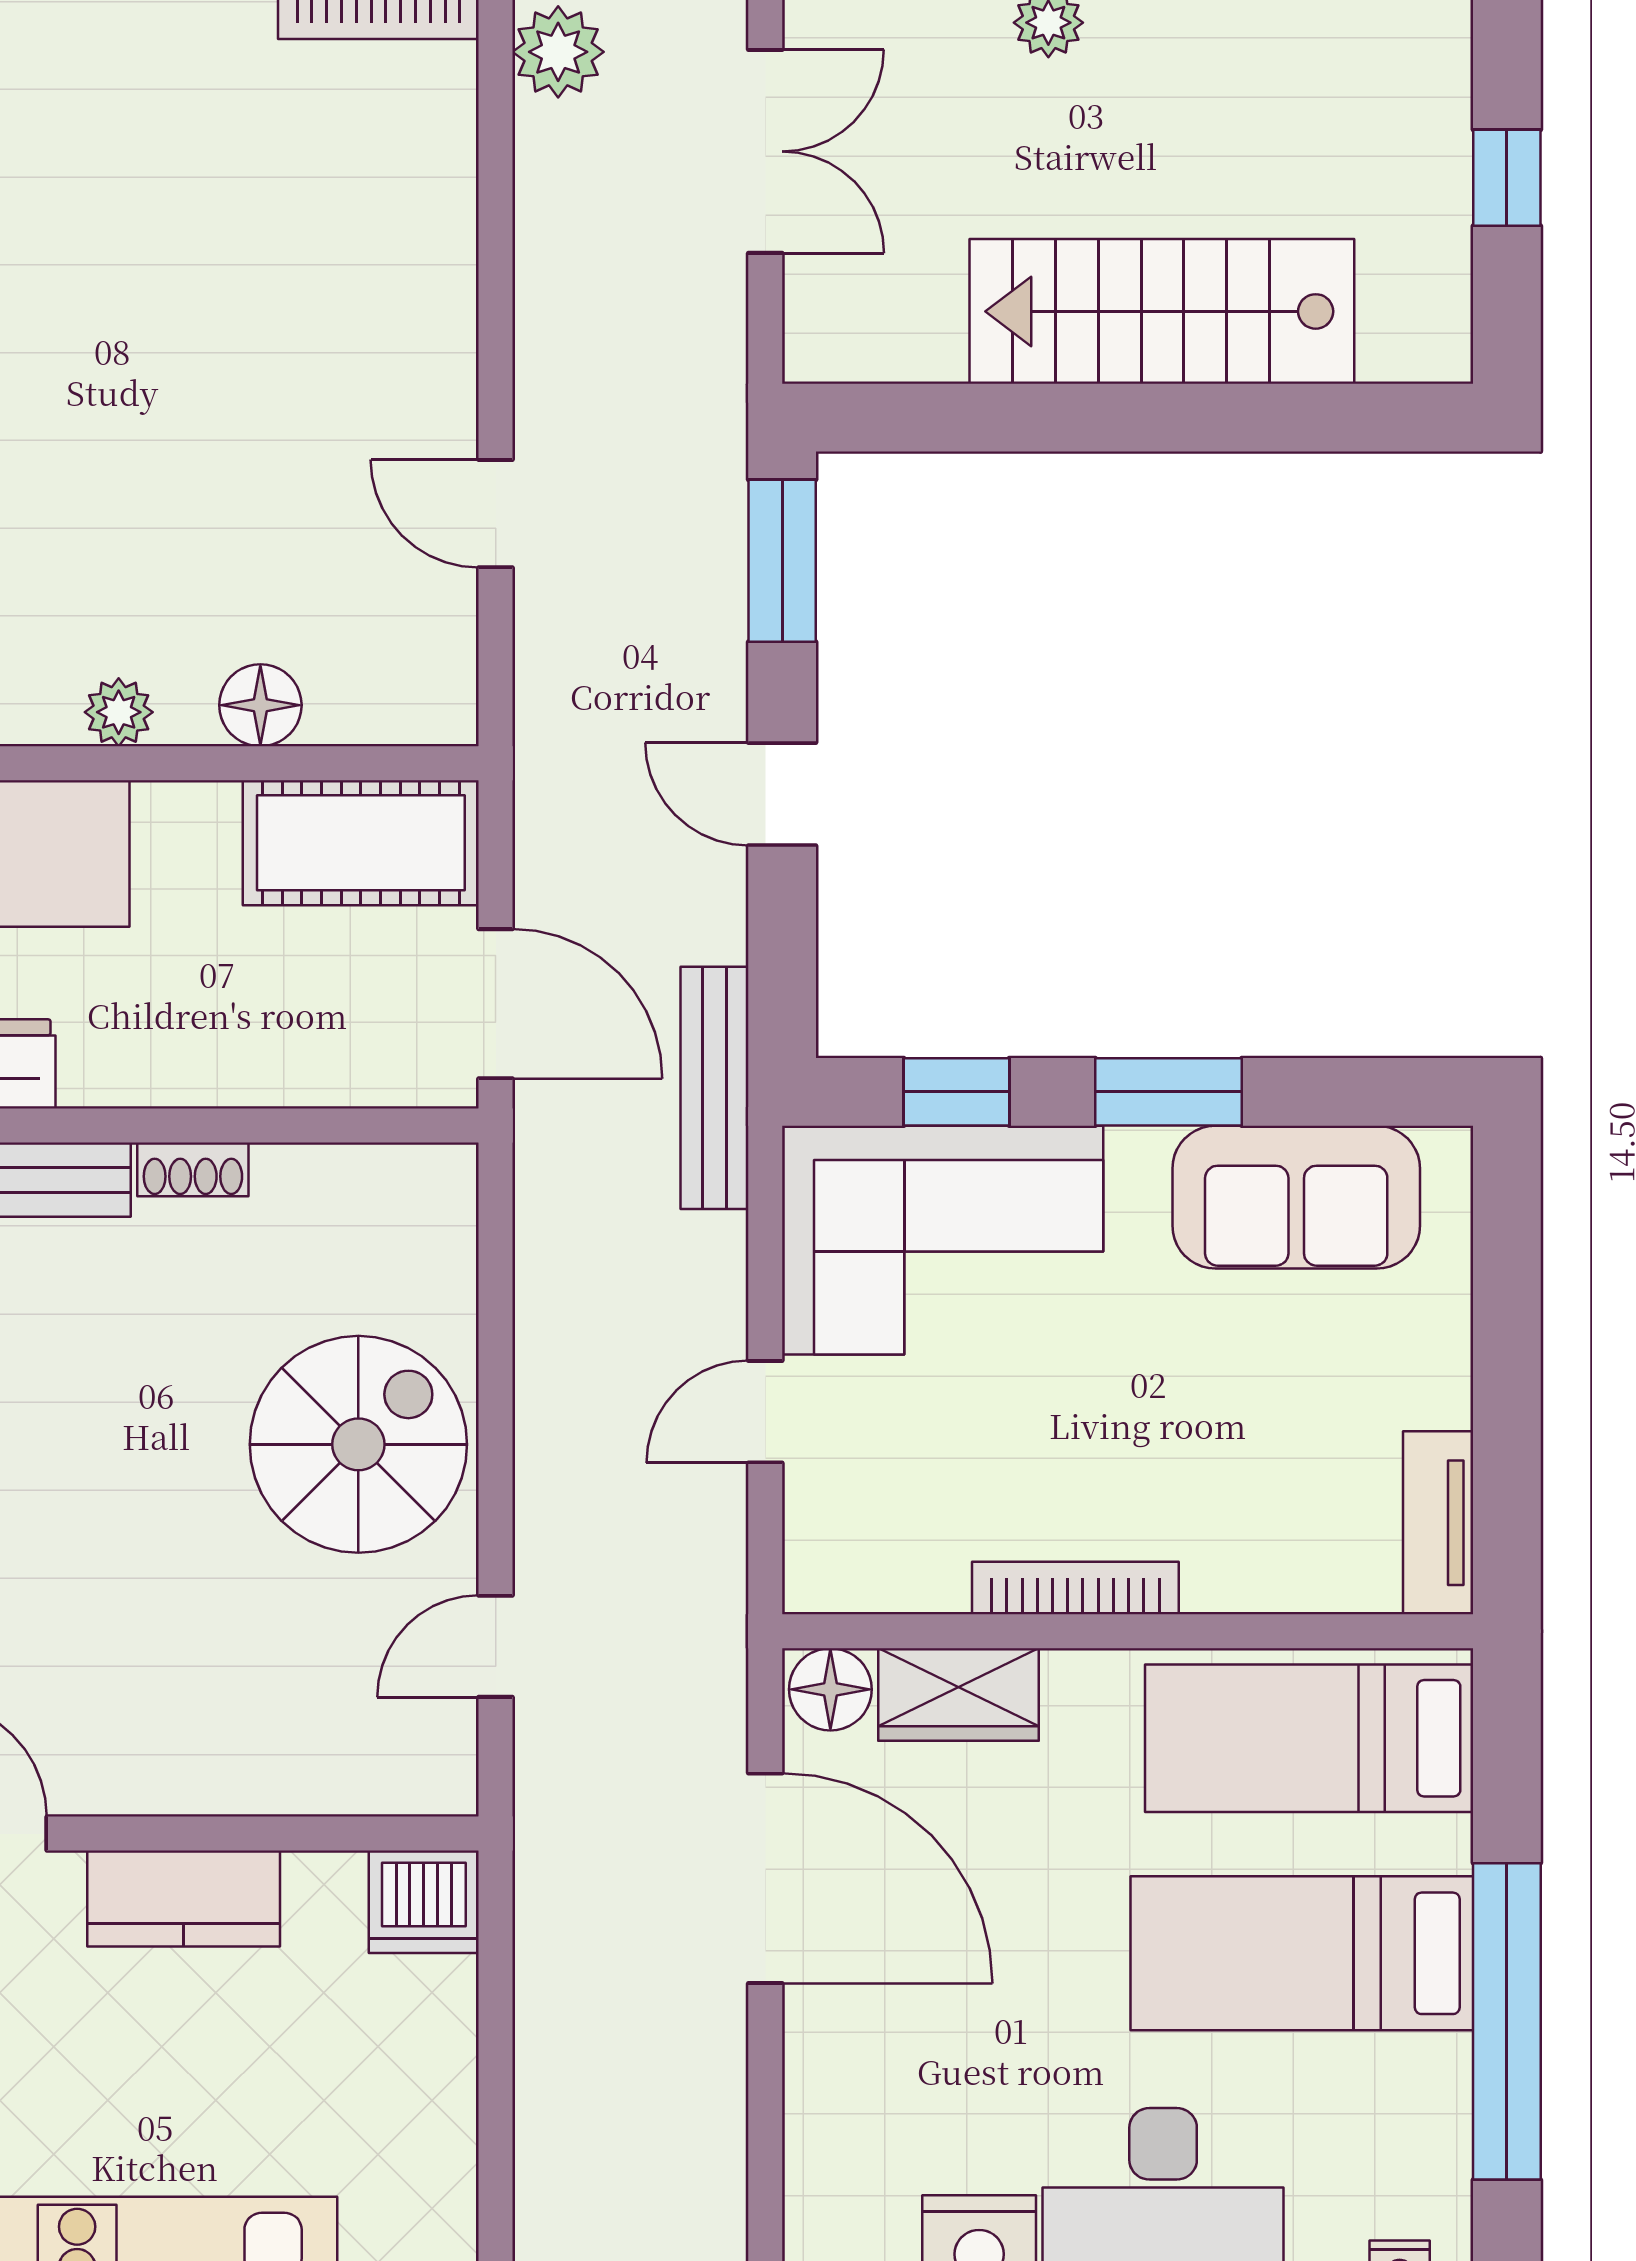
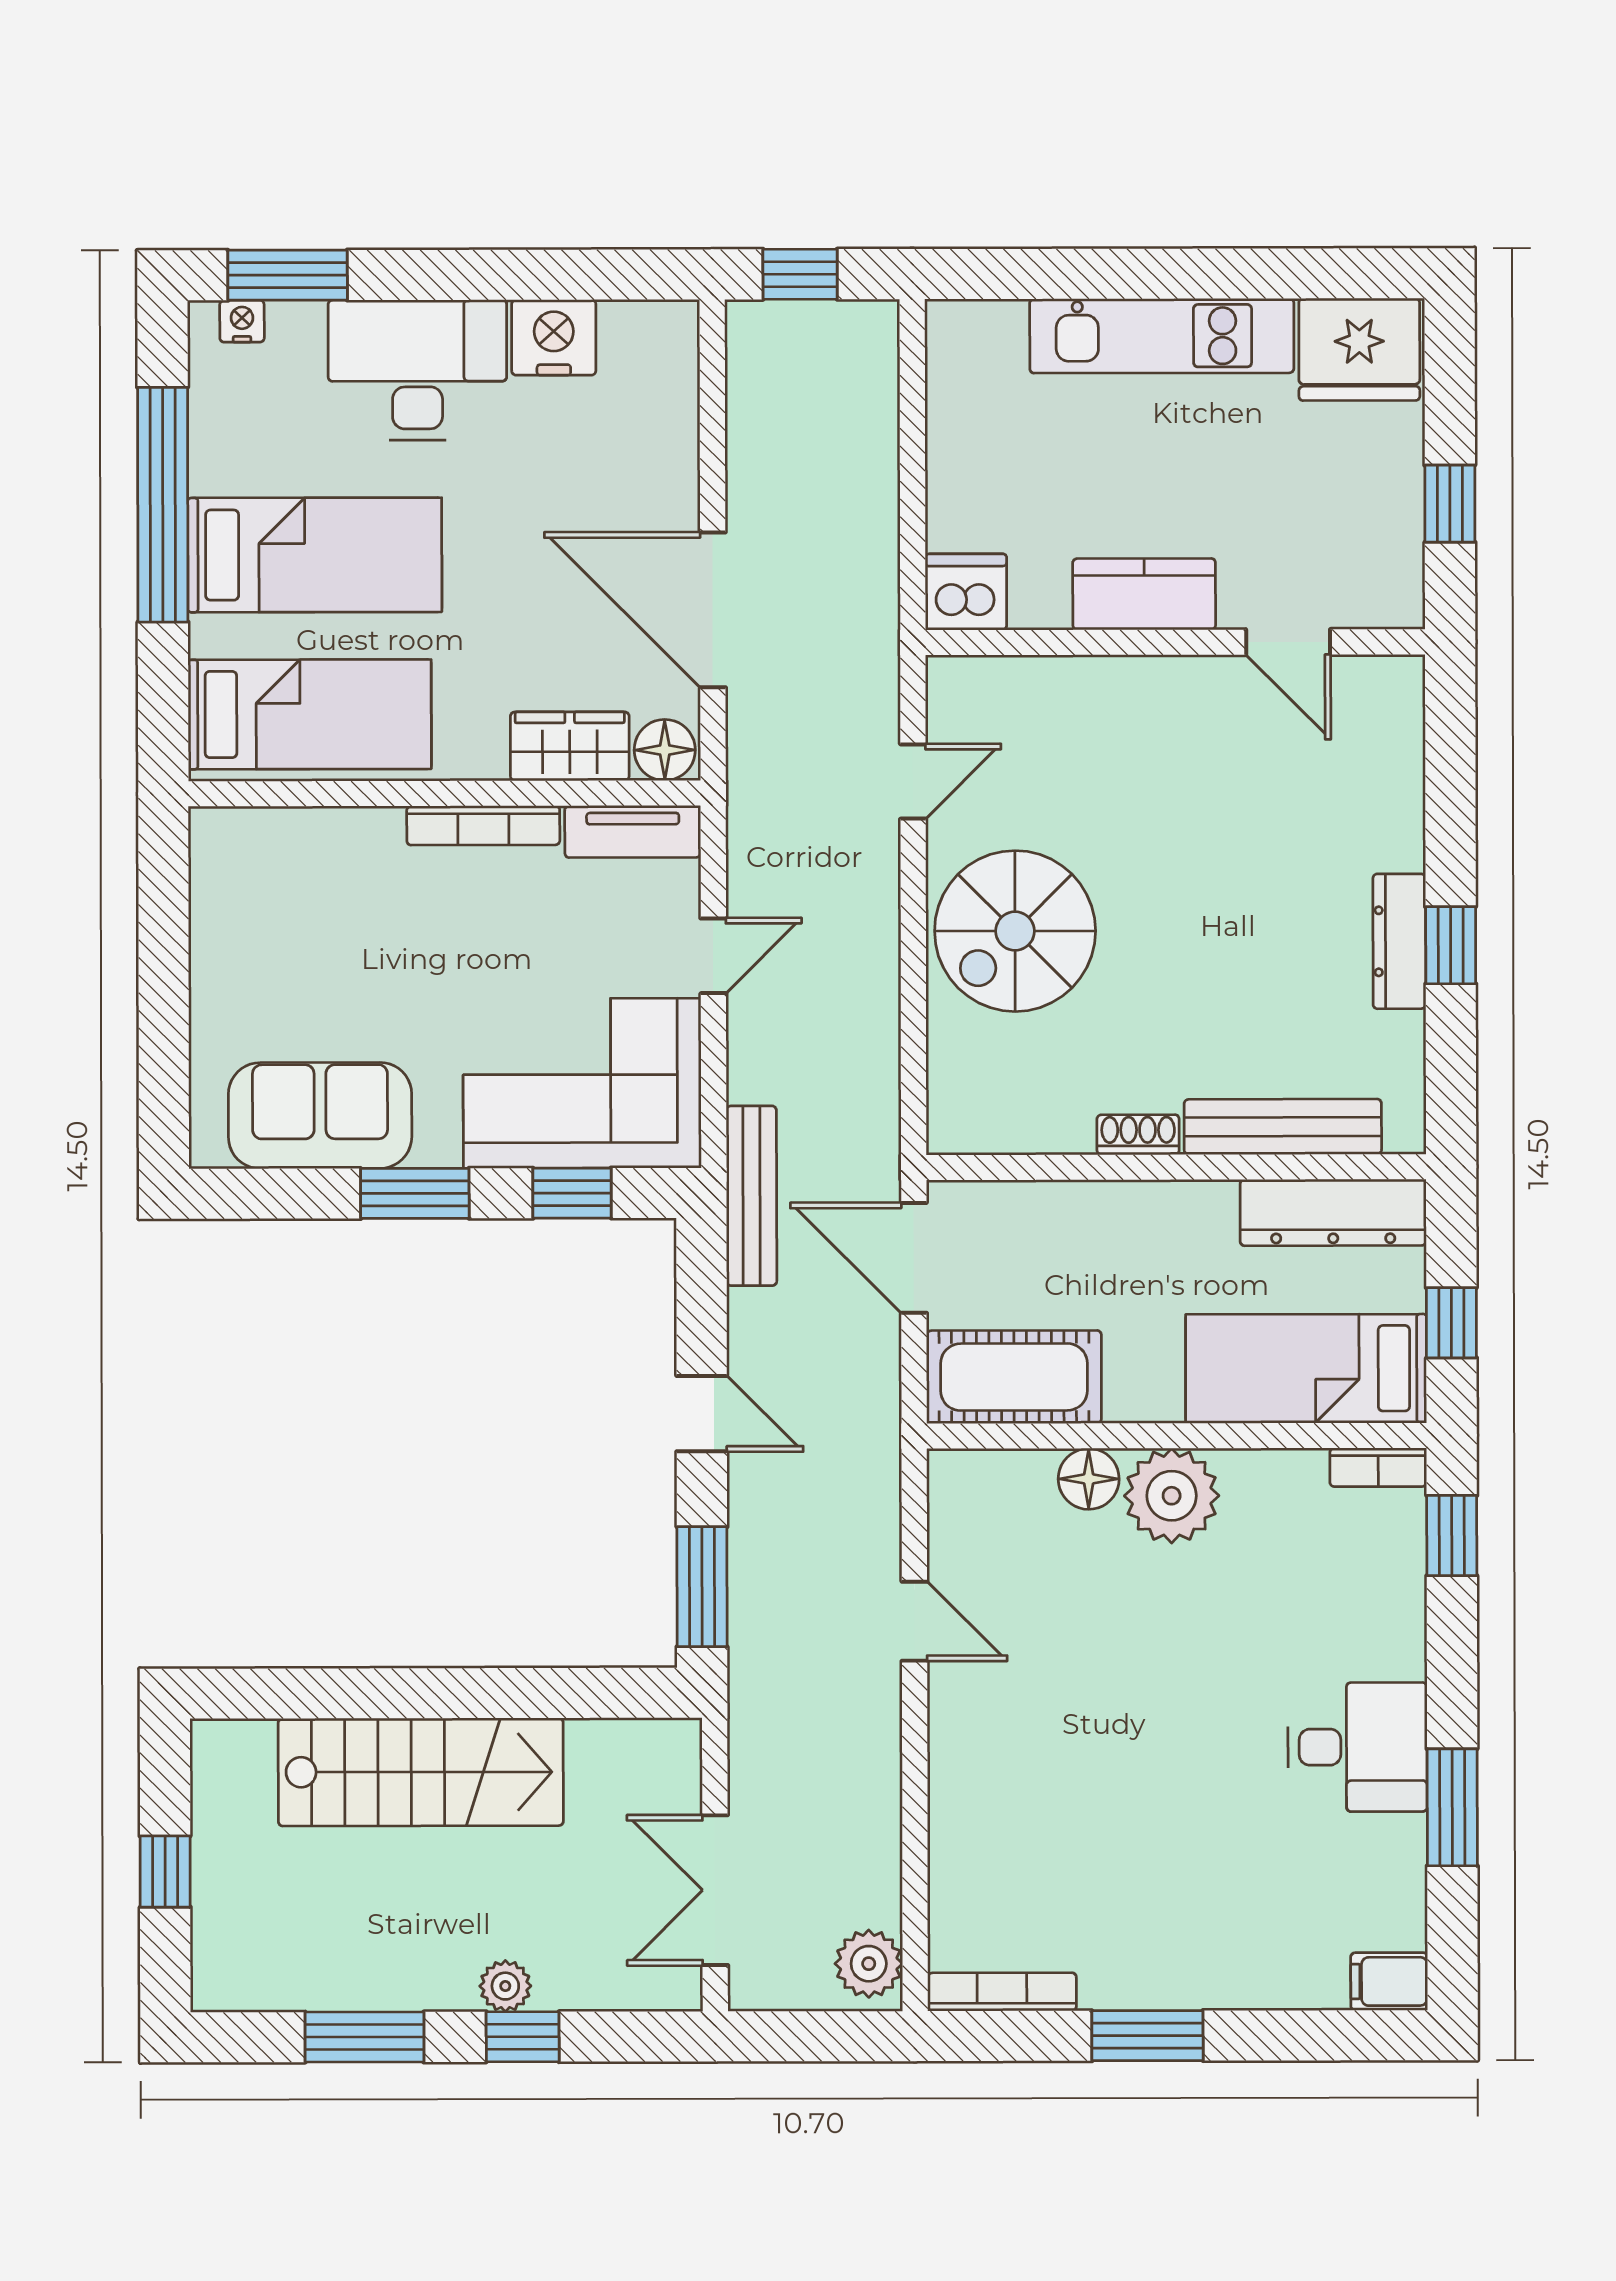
plant: (119, 712) -> (1172, 1496), width x1.88, depth x1.88
tv unit: (1438, 1523) -> (633, 832), moved, turned 90

